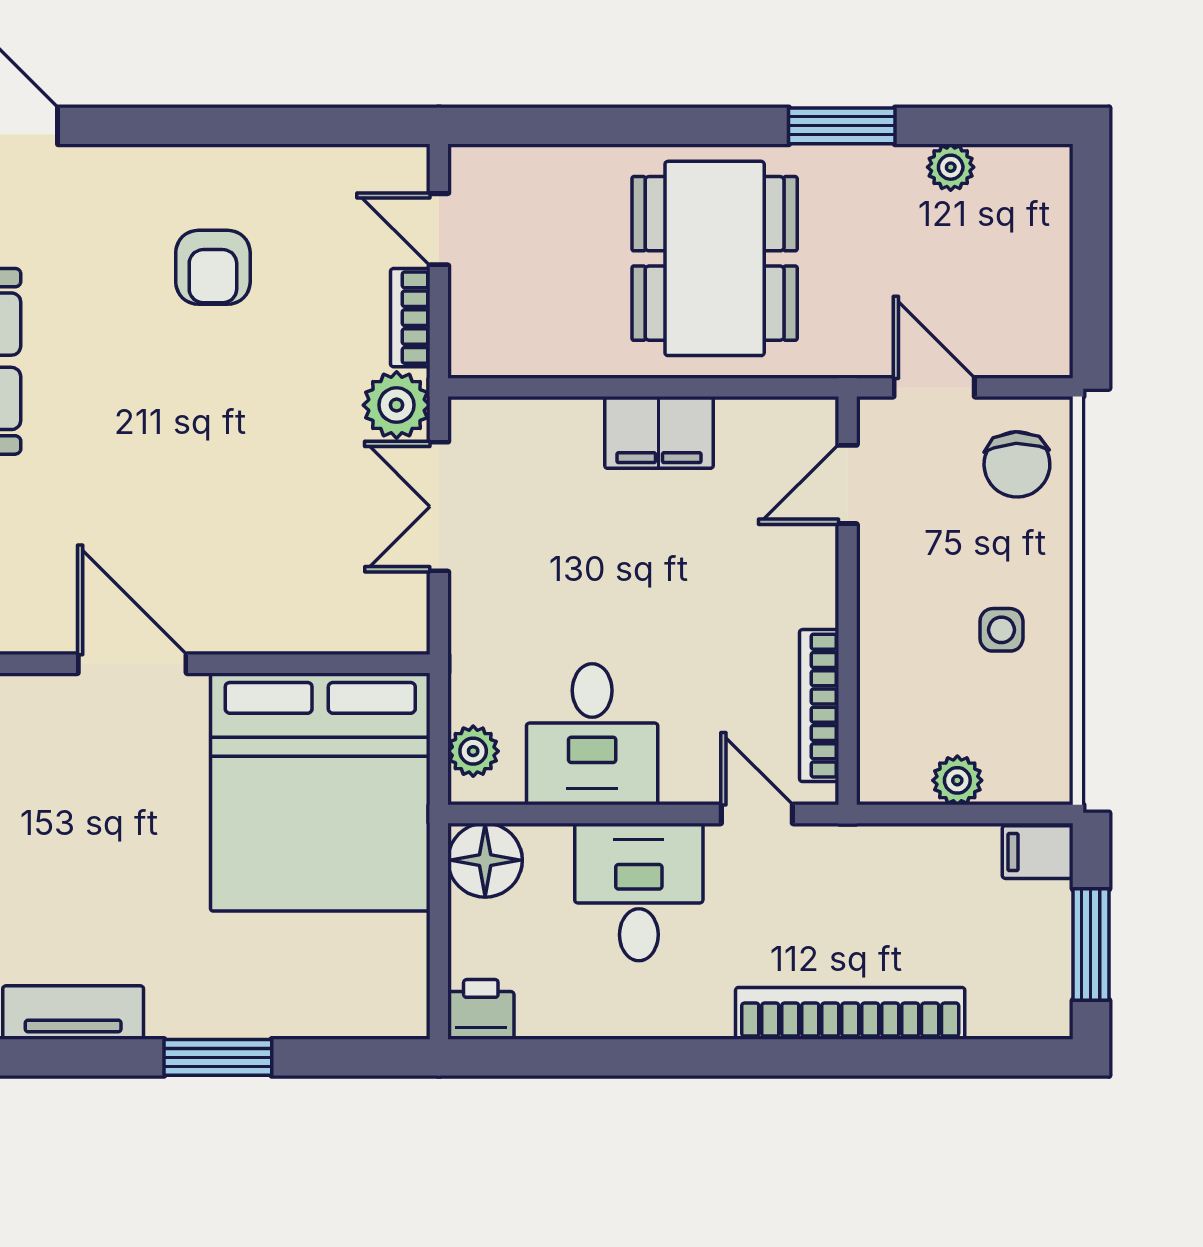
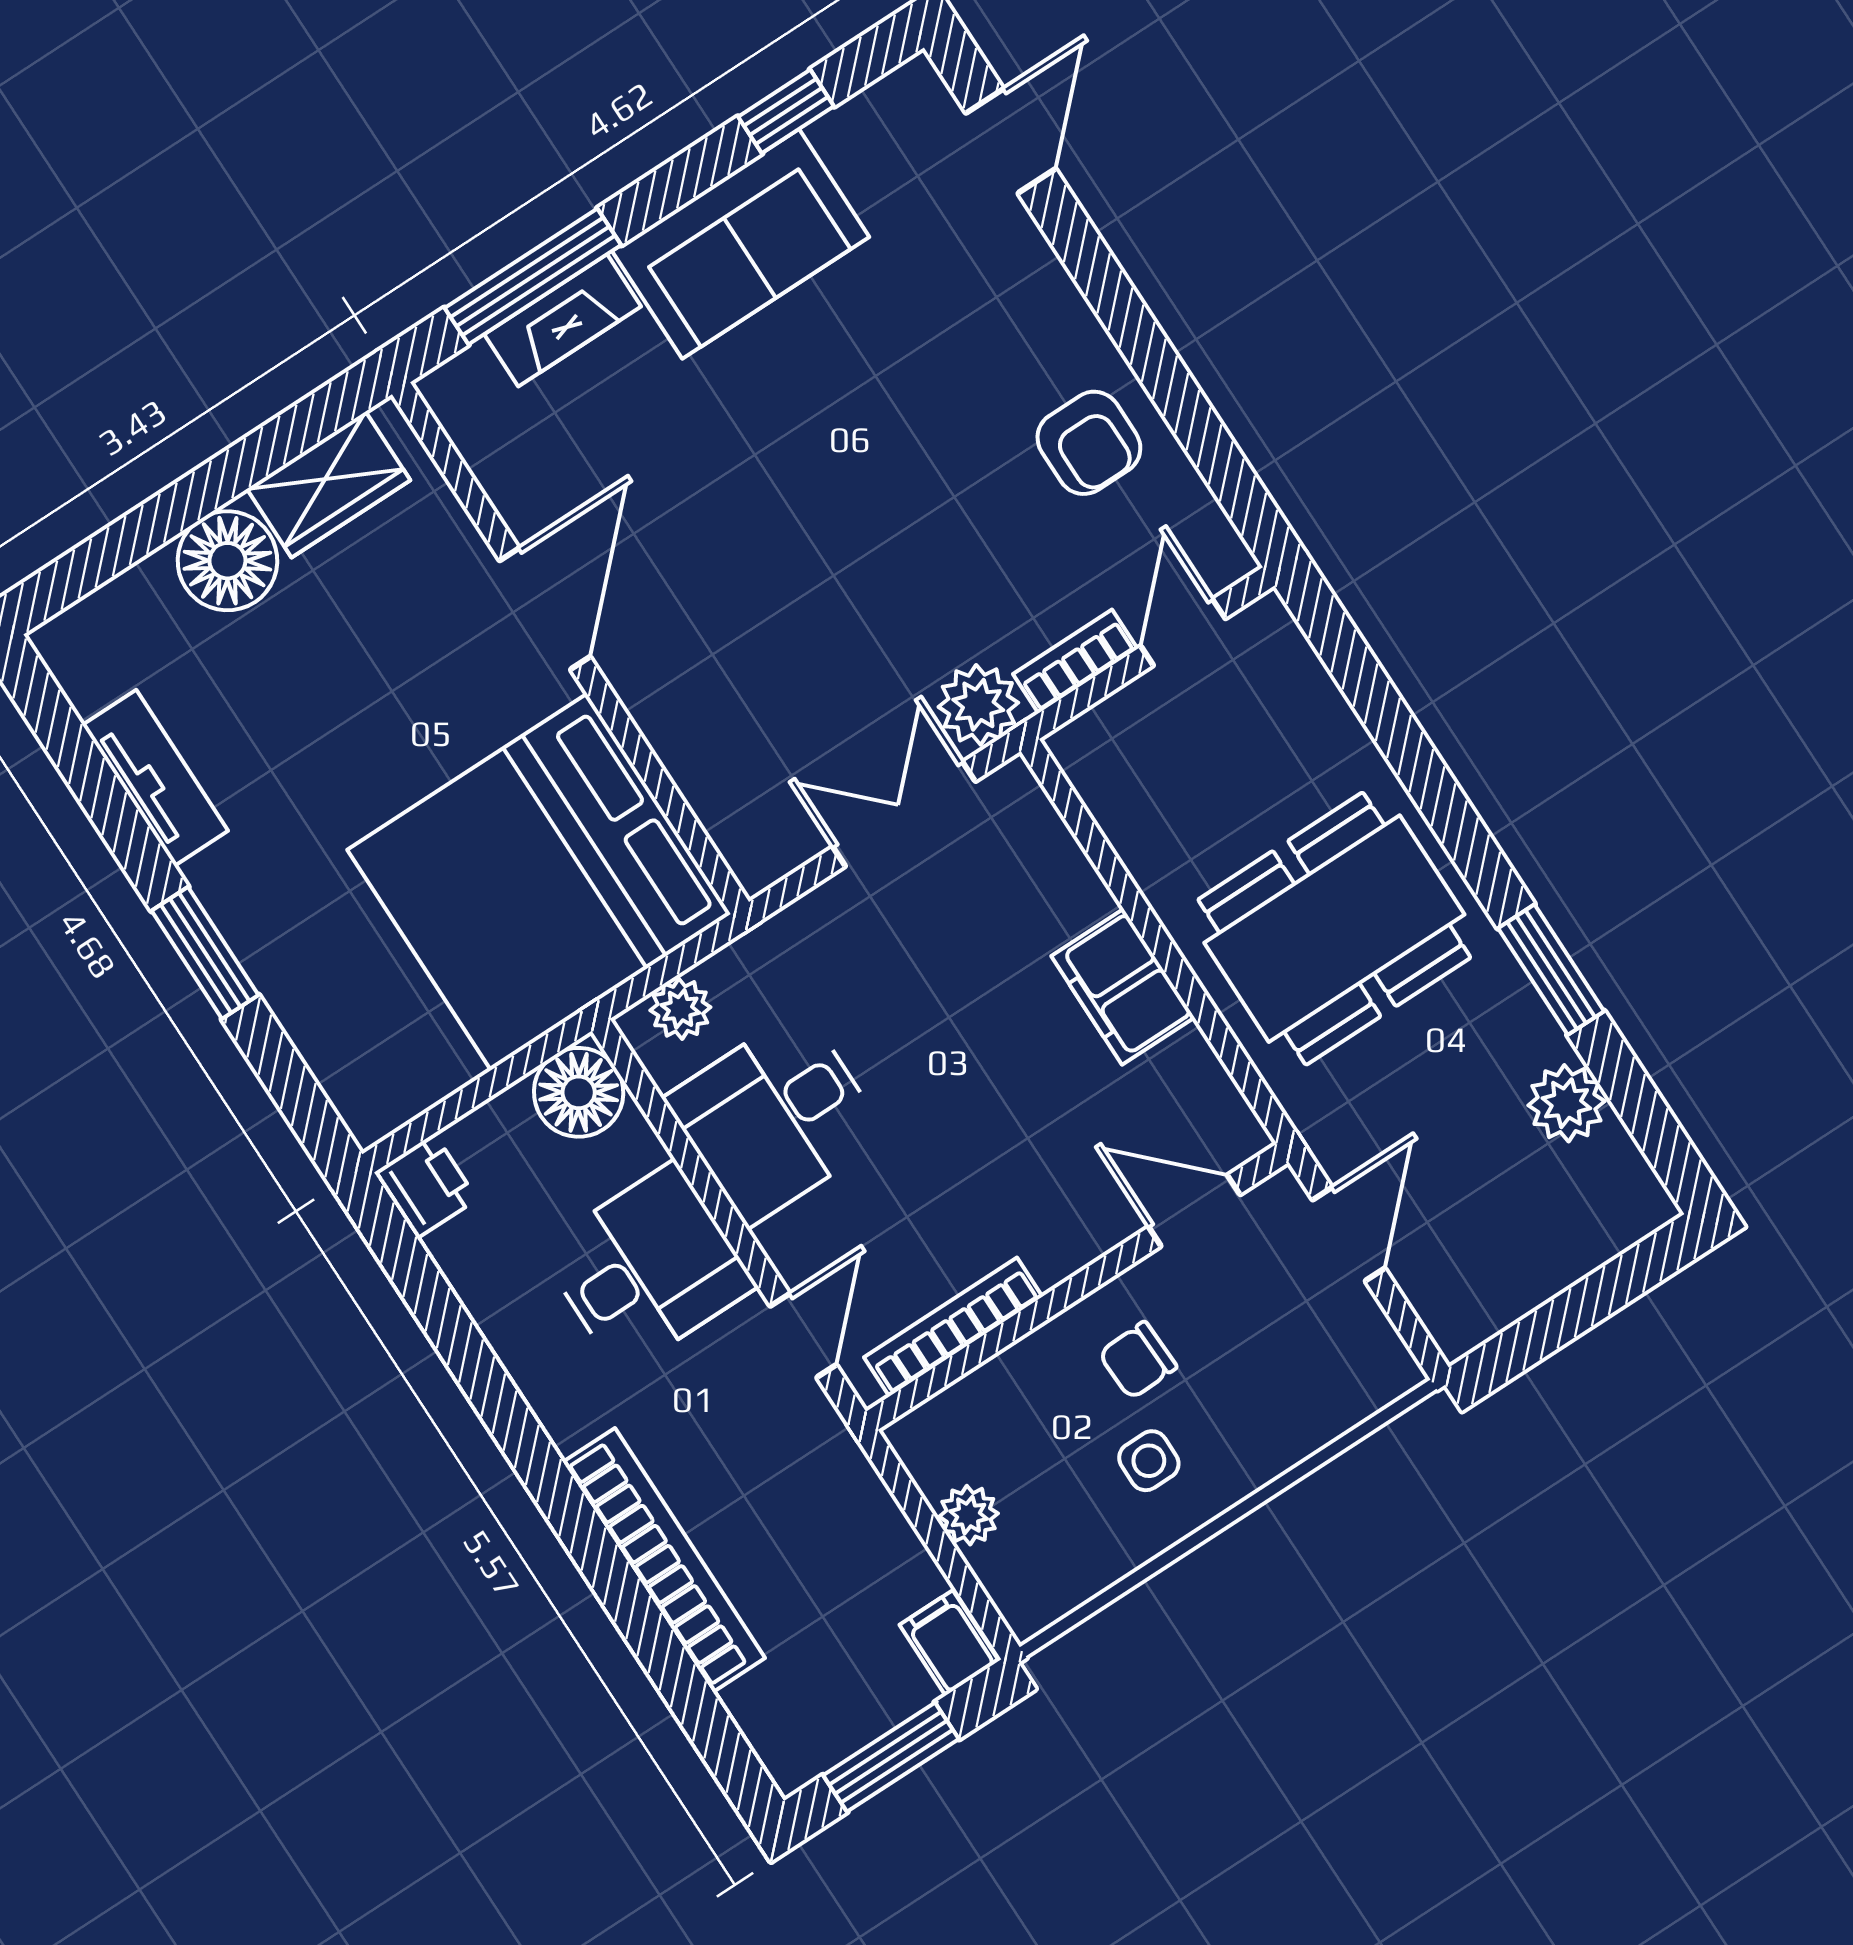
plant: (951, 167) -> (1566, 1103), width x1.38, depth x1.38
armchair: (213, 267) -> (1089, 443), moved, turned -90
chair: (1017, 464) -> (1138, 1360), moved, width x0.73, depth x0.73

